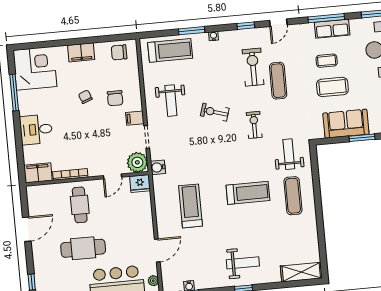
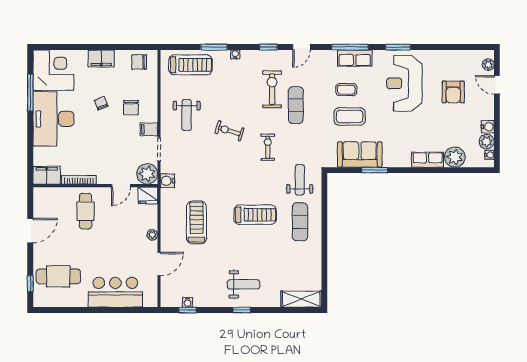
desk: (36, 130) -> (54, 119), width x1.87, depth x1.30
cafe table: (83, 248) -> (58, 276), moved
plant: (153, 281) -> (152, 235), moved

